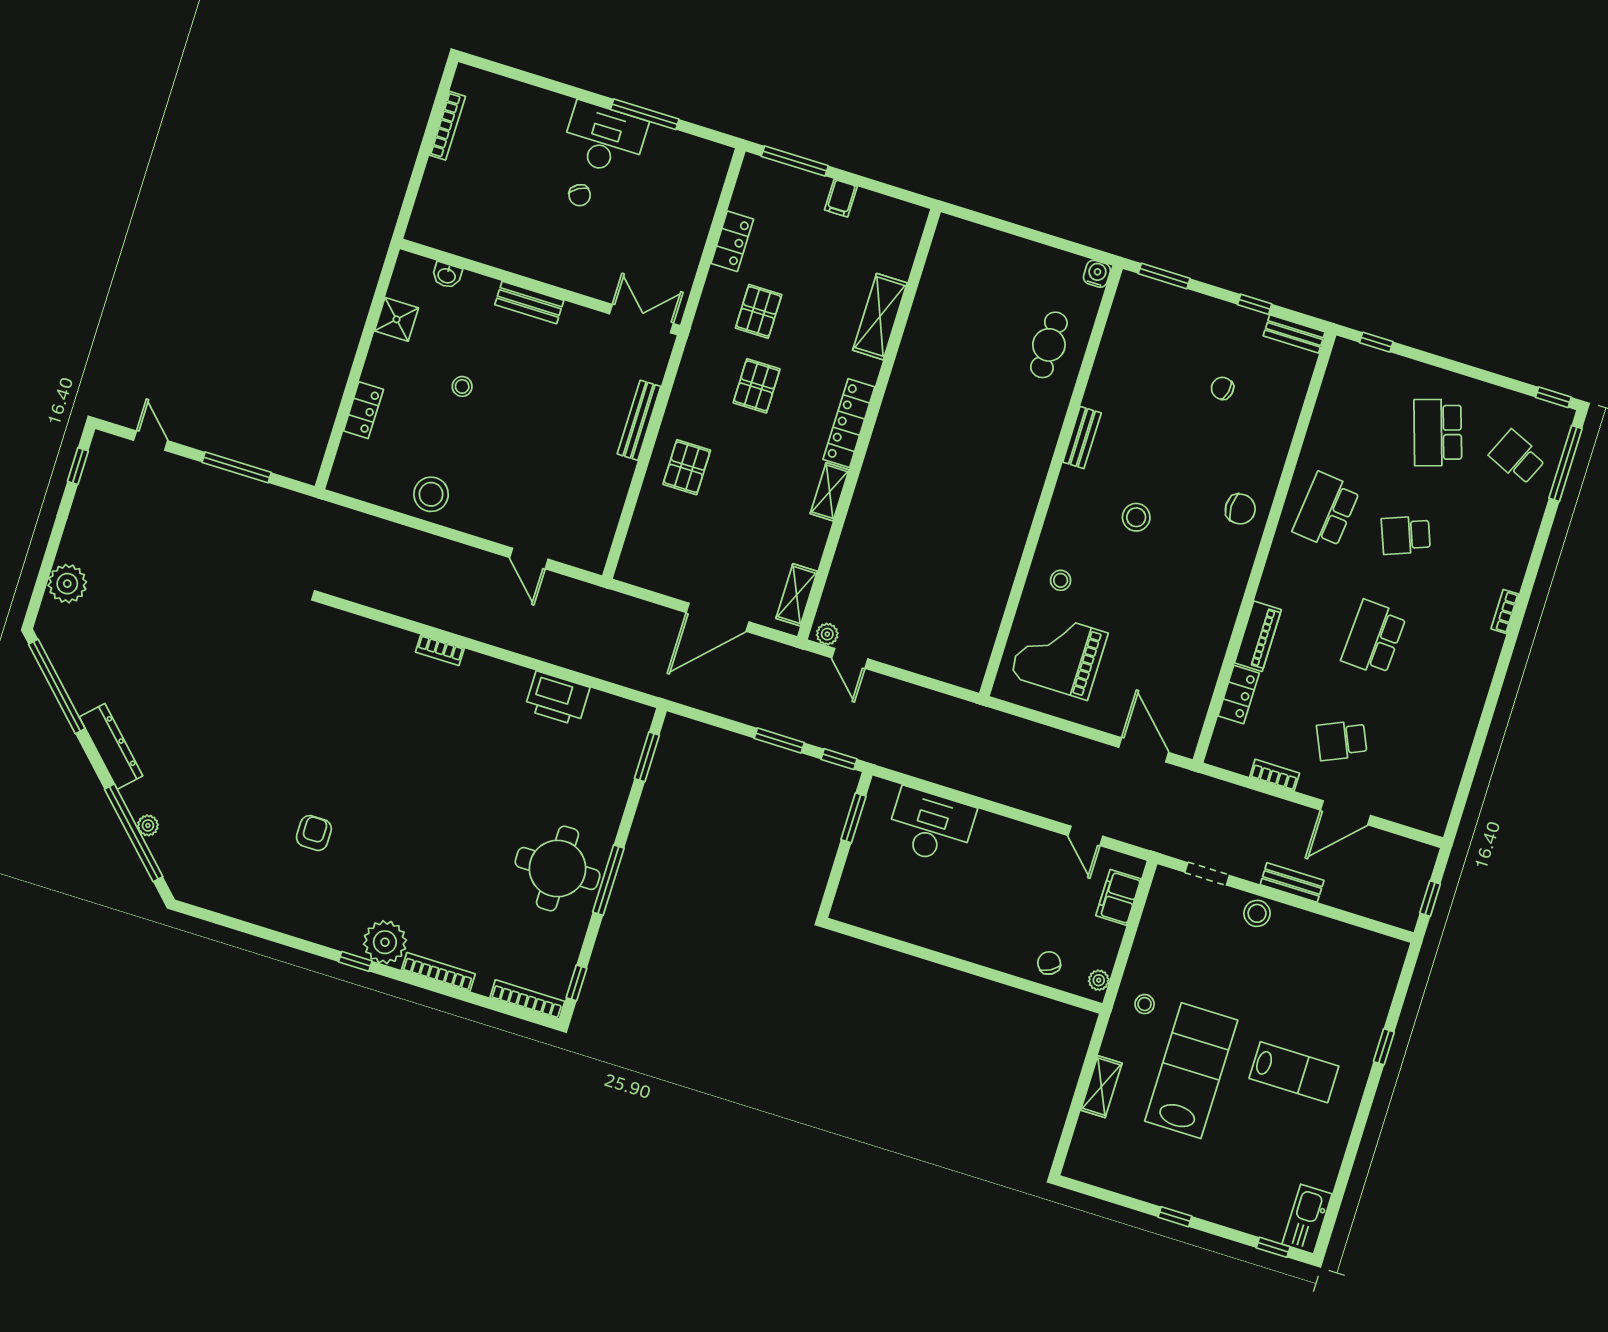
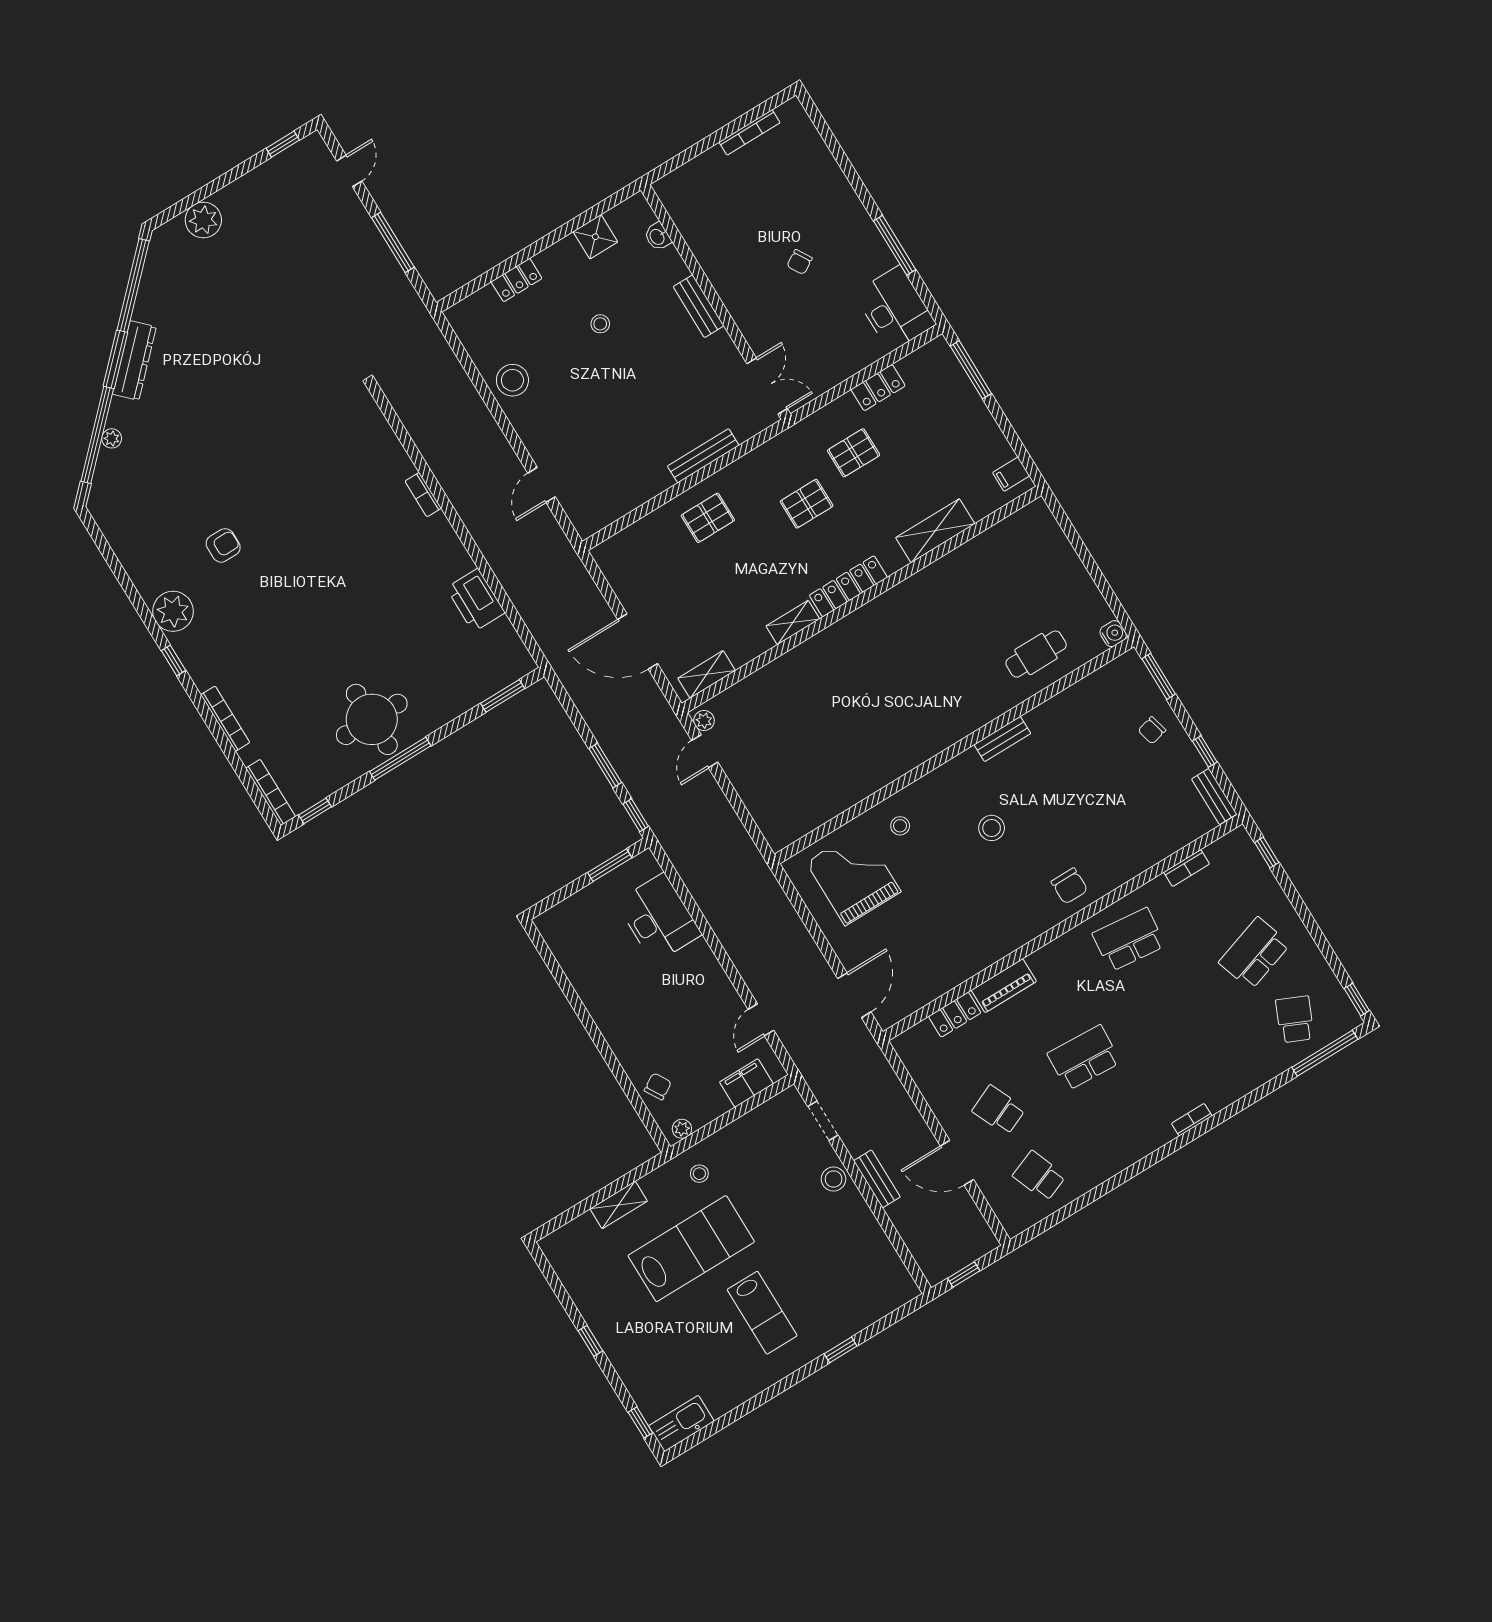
desk: (604, 139) -> (895, 309), moved
filing cabinet: (841, 198) -> (1011, 474), moved
chair: (1222, 388) -> (1152, 730), moved, turned -116
school desk: (1406, 535) -> (1039, 1176), moved
bookcase: (1275, 775) -> (1187, 868), moved, turned 90
plant: (385, 942) -> (173, 611), moved

